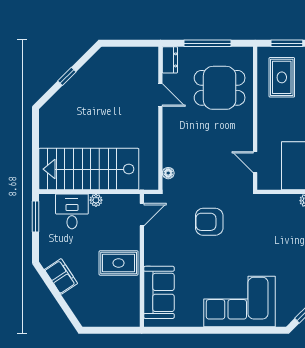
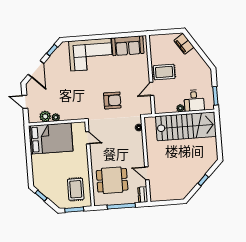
door: (142, 215) -> (152, 89), moved
filing cabinet: (61, 276) -> (184, 44), moved
sofa: (159, 292) -> (128, 46), moved, turned -90

